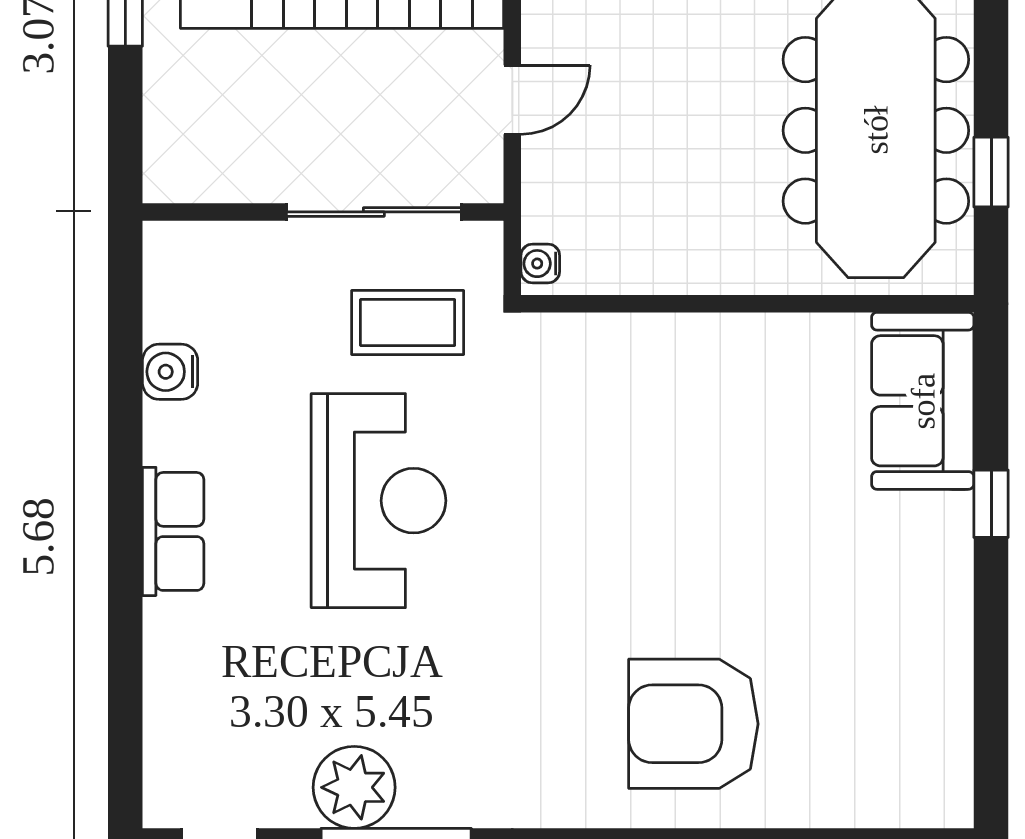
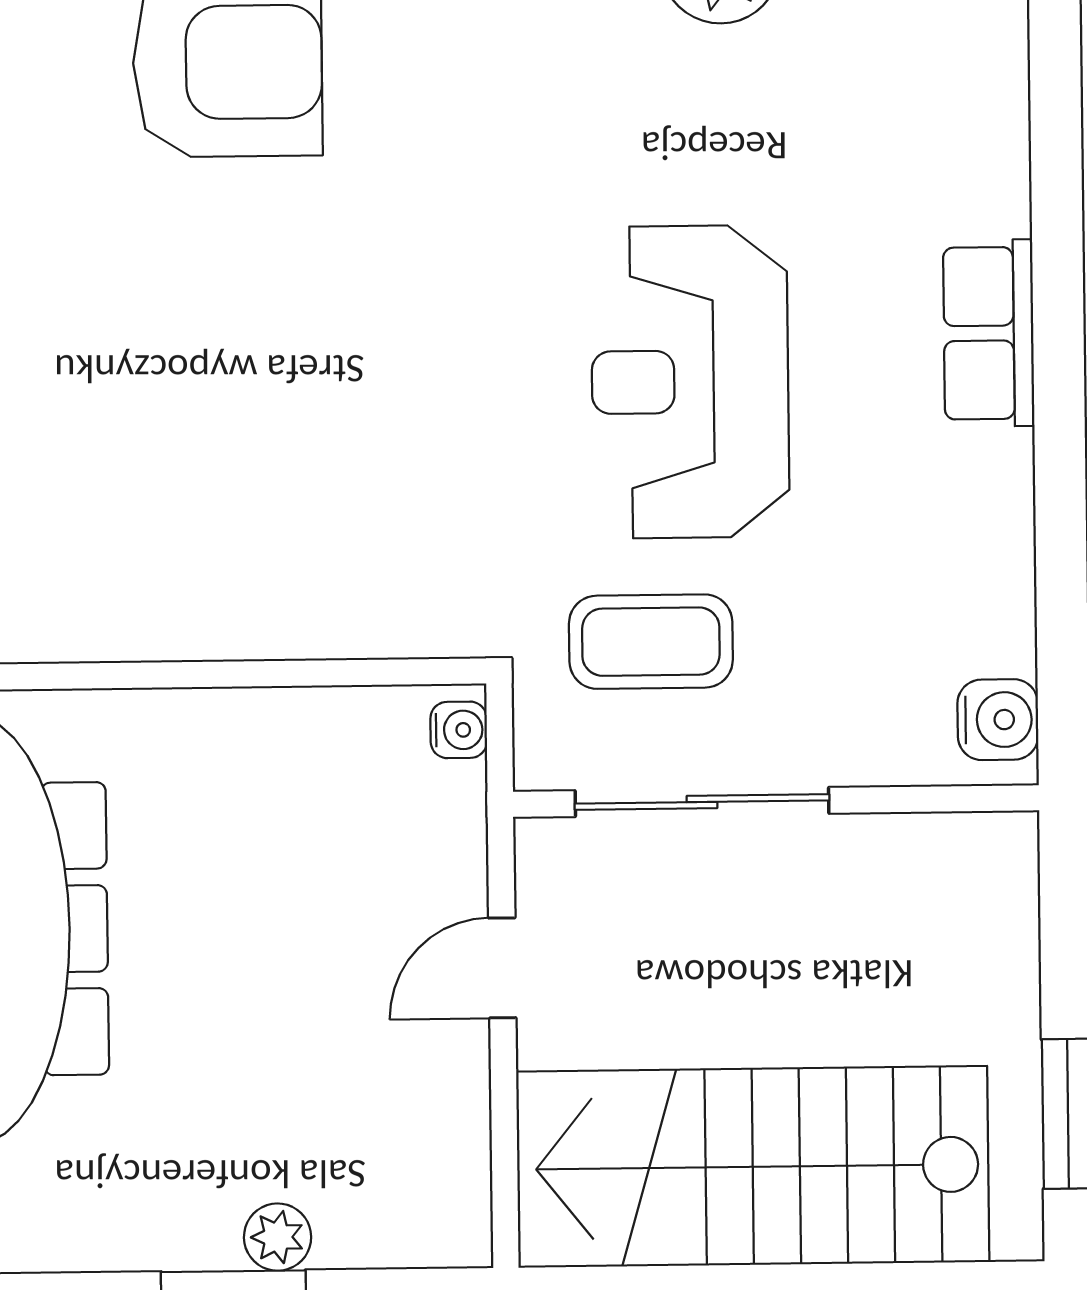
water cooler: (170, 372) -> (998, 720), moved

